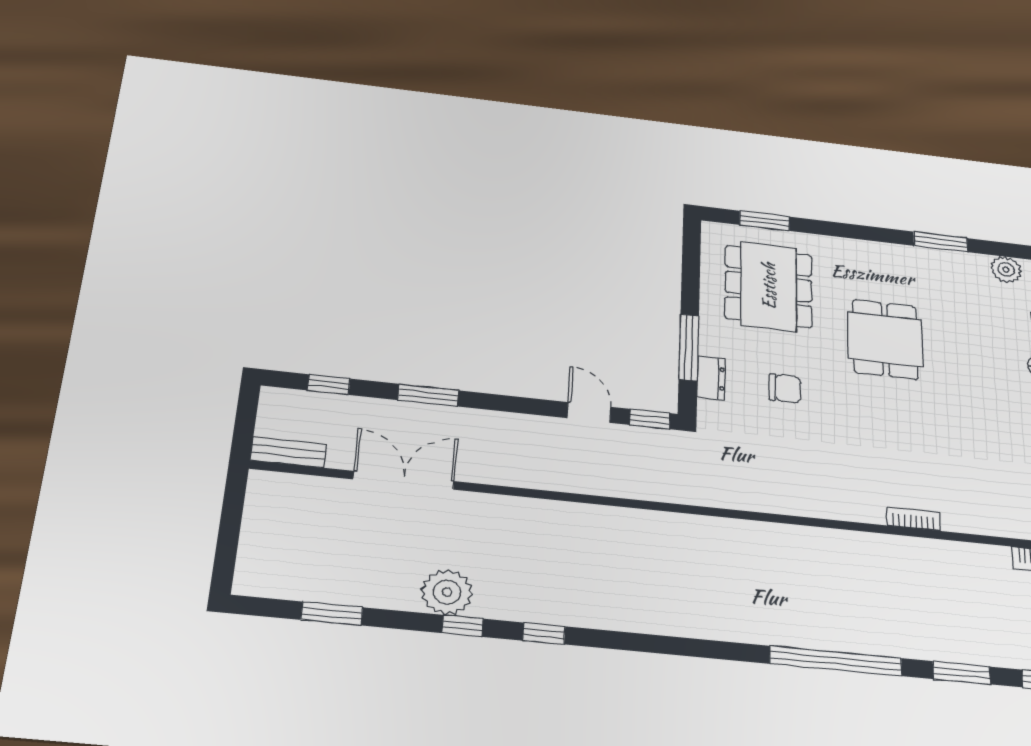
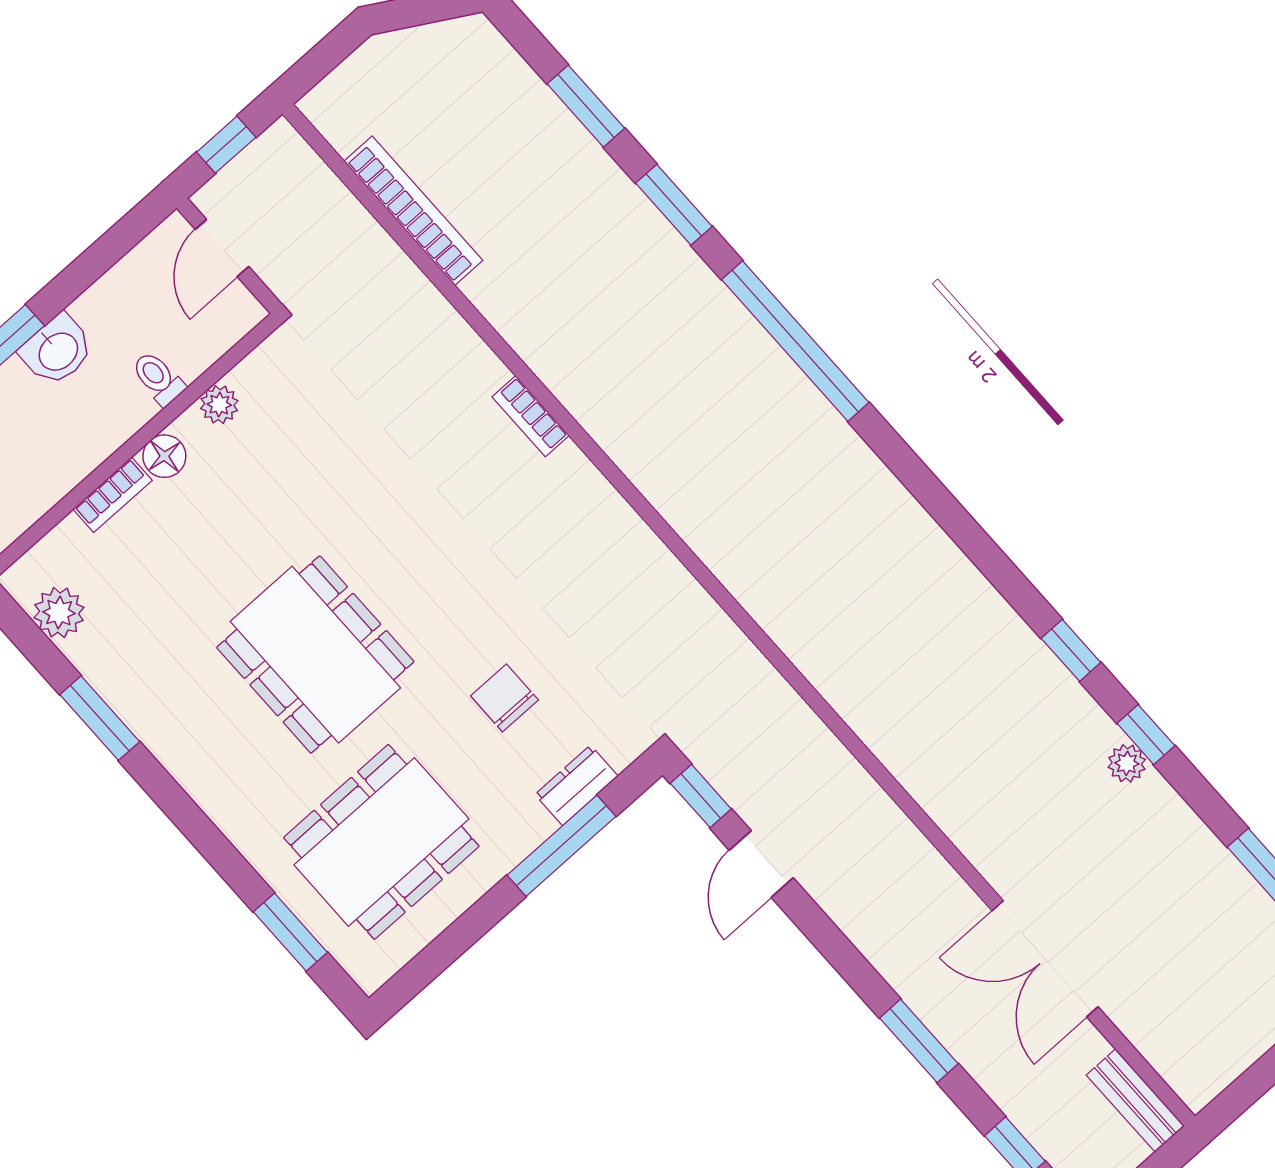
dining table: (885, 339) -> (315, 655), width x1.38
plant: (447, 592) -> (1127, 763), width x0.53, depth x0.53

